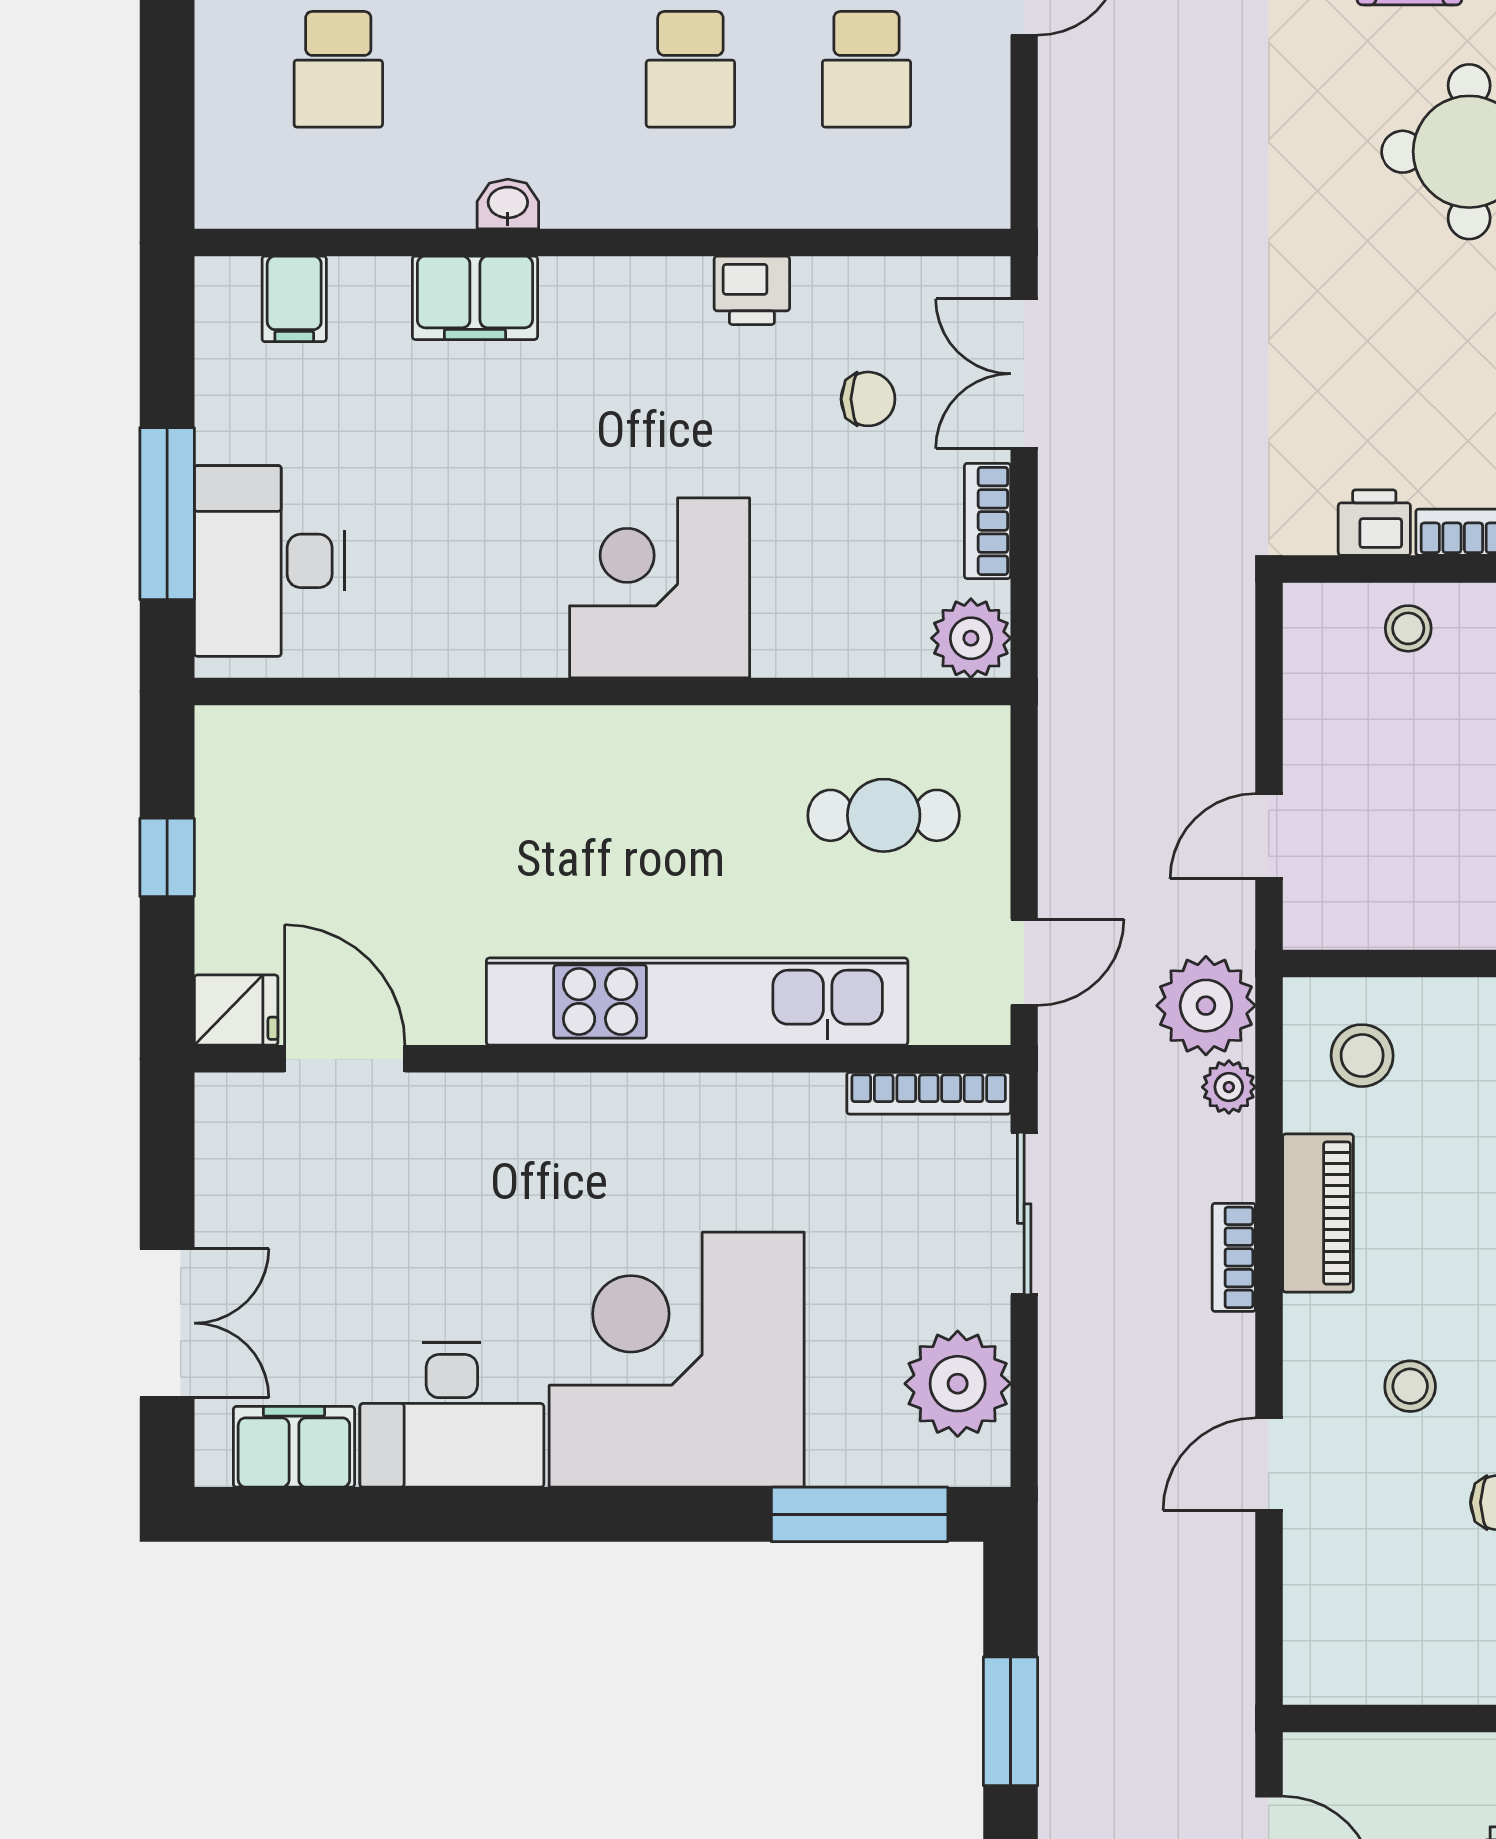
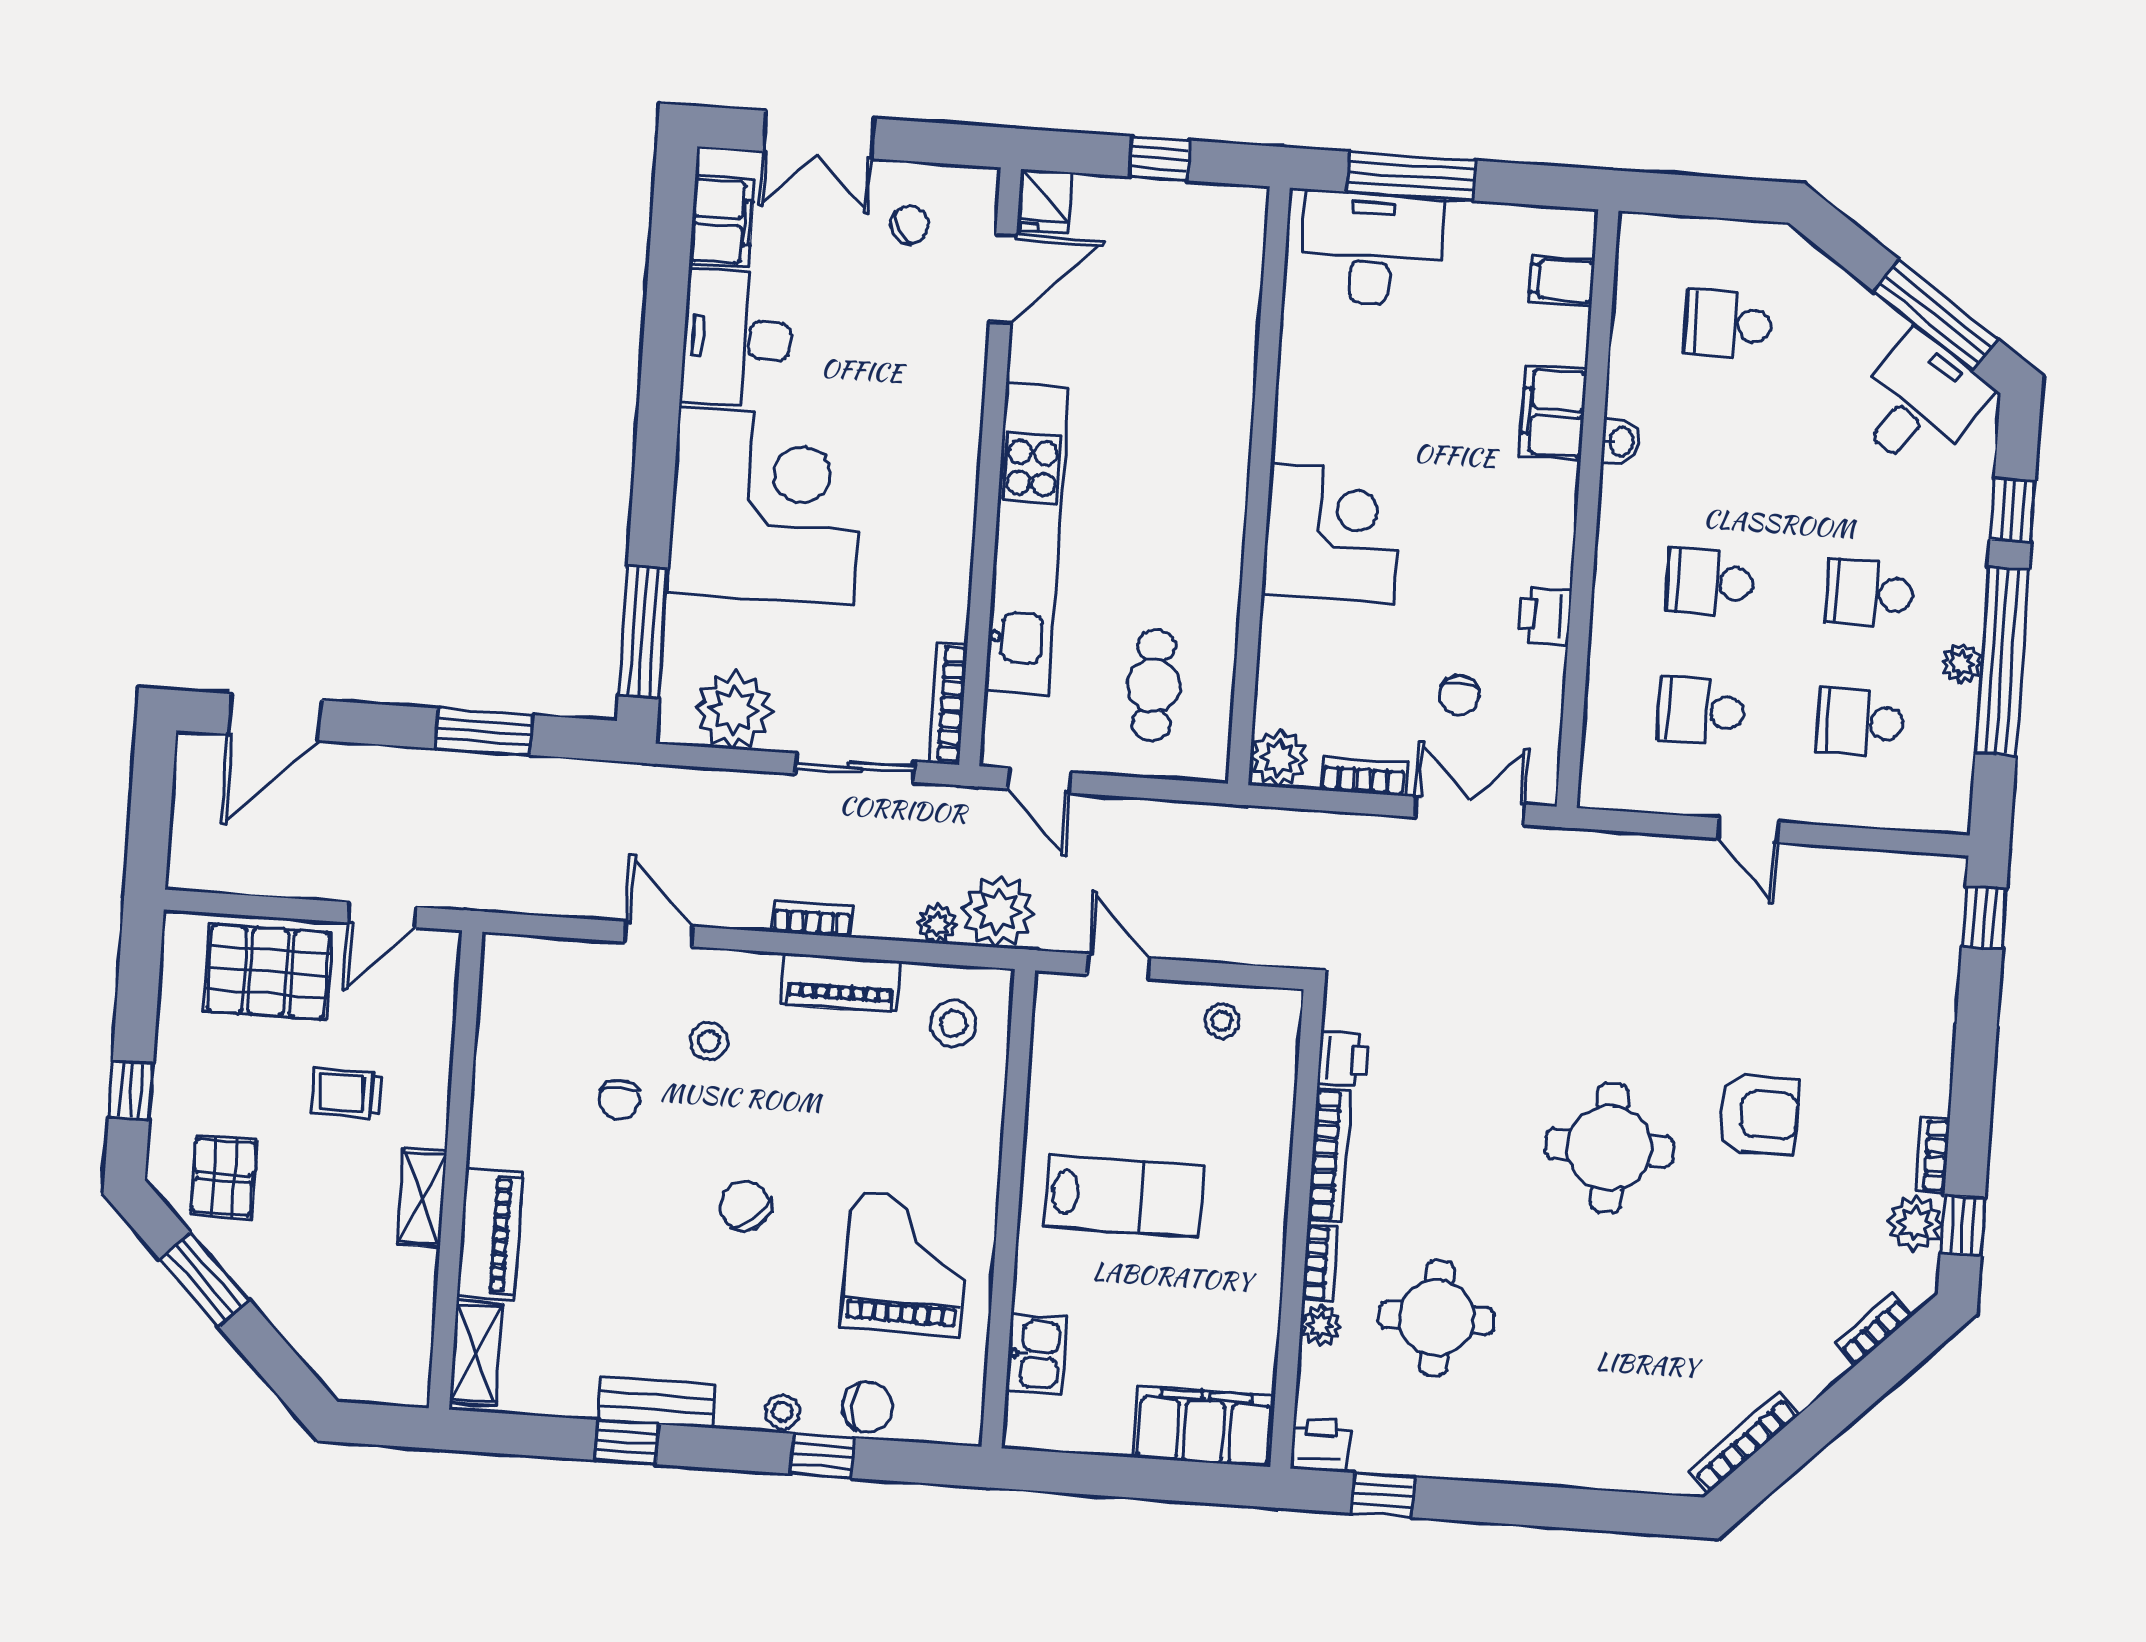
stool: (1408, 628) -> (1222, 1021), moved
chair: (281, 1191) -> (910, 225), added

